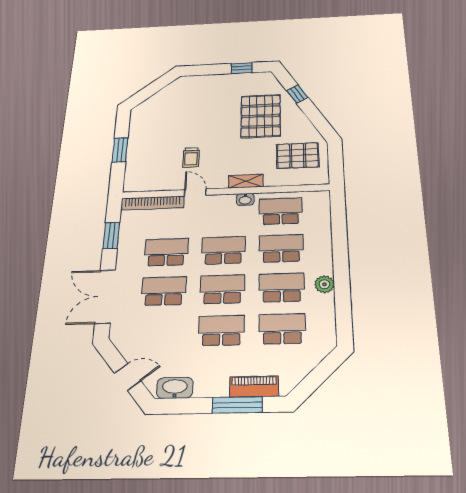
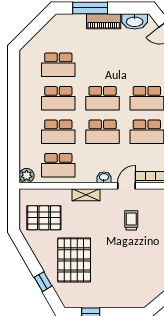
door: (195, 193) -> (126, 186), swing flipped
washbasin: (245, 199) -> (104, 177), moved
plant: (324, 284) -> (27, 176), moved
school desk: (221, 330) -> (103, 65), removed
piano: (254, 387) -> (104, 21), moved

